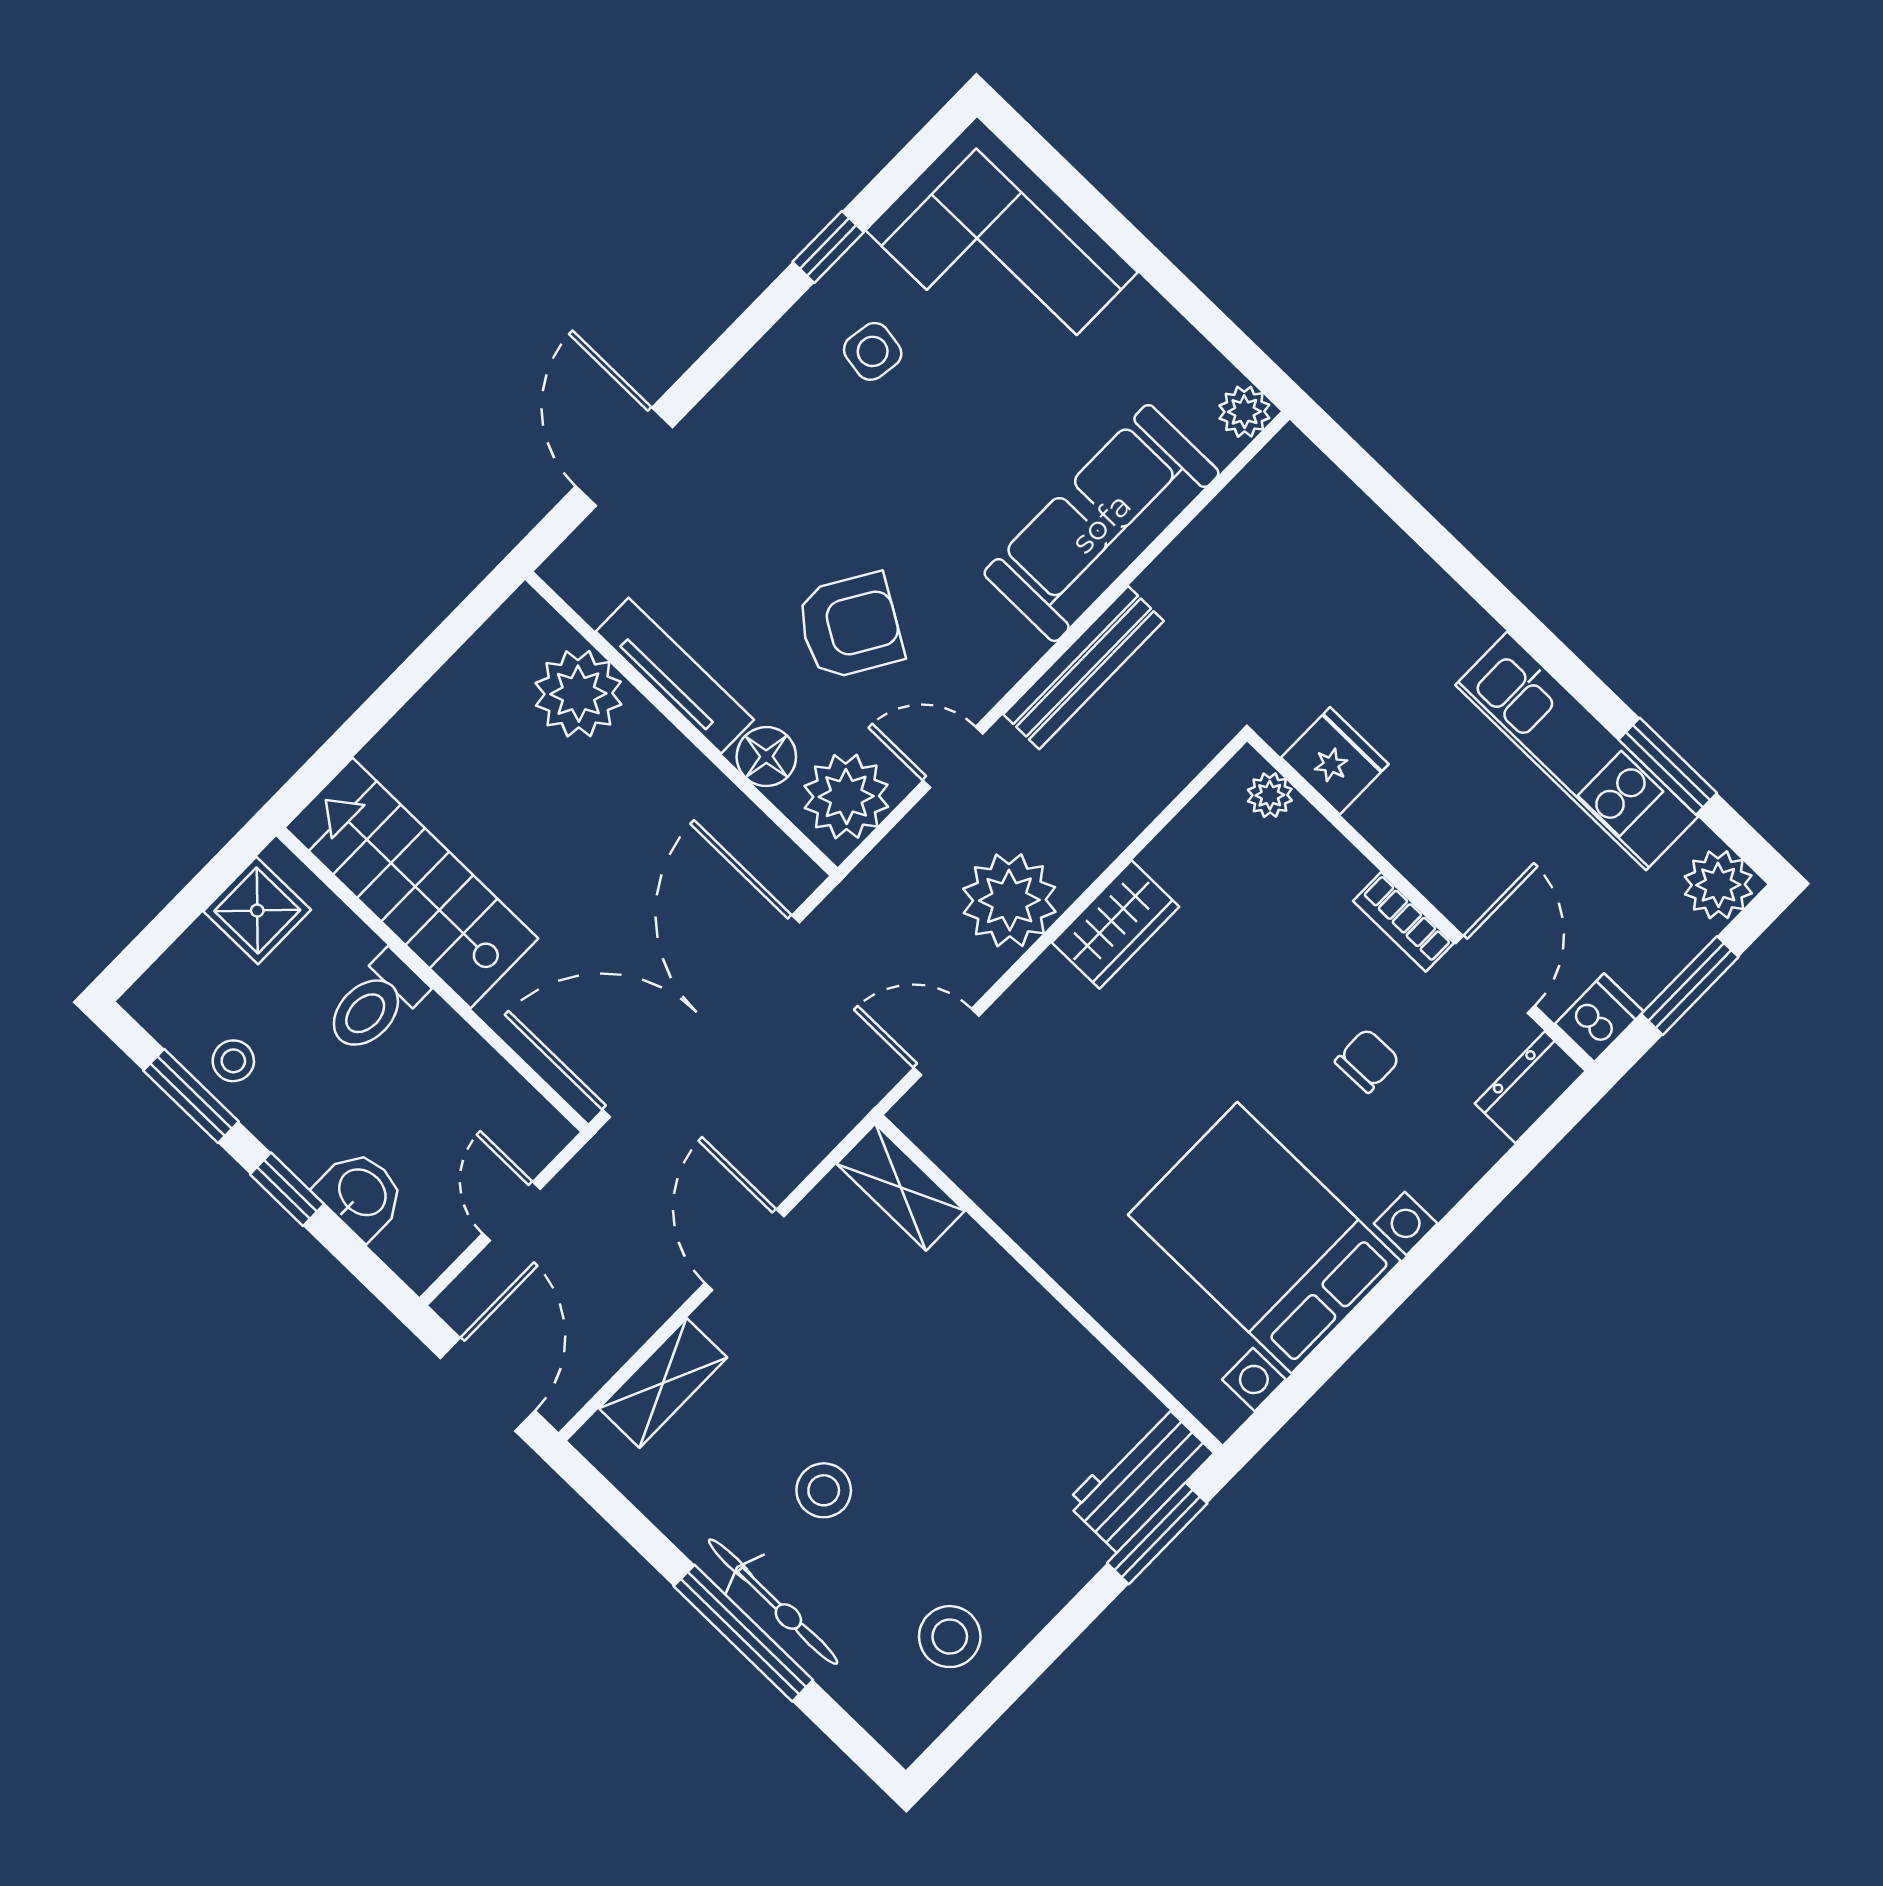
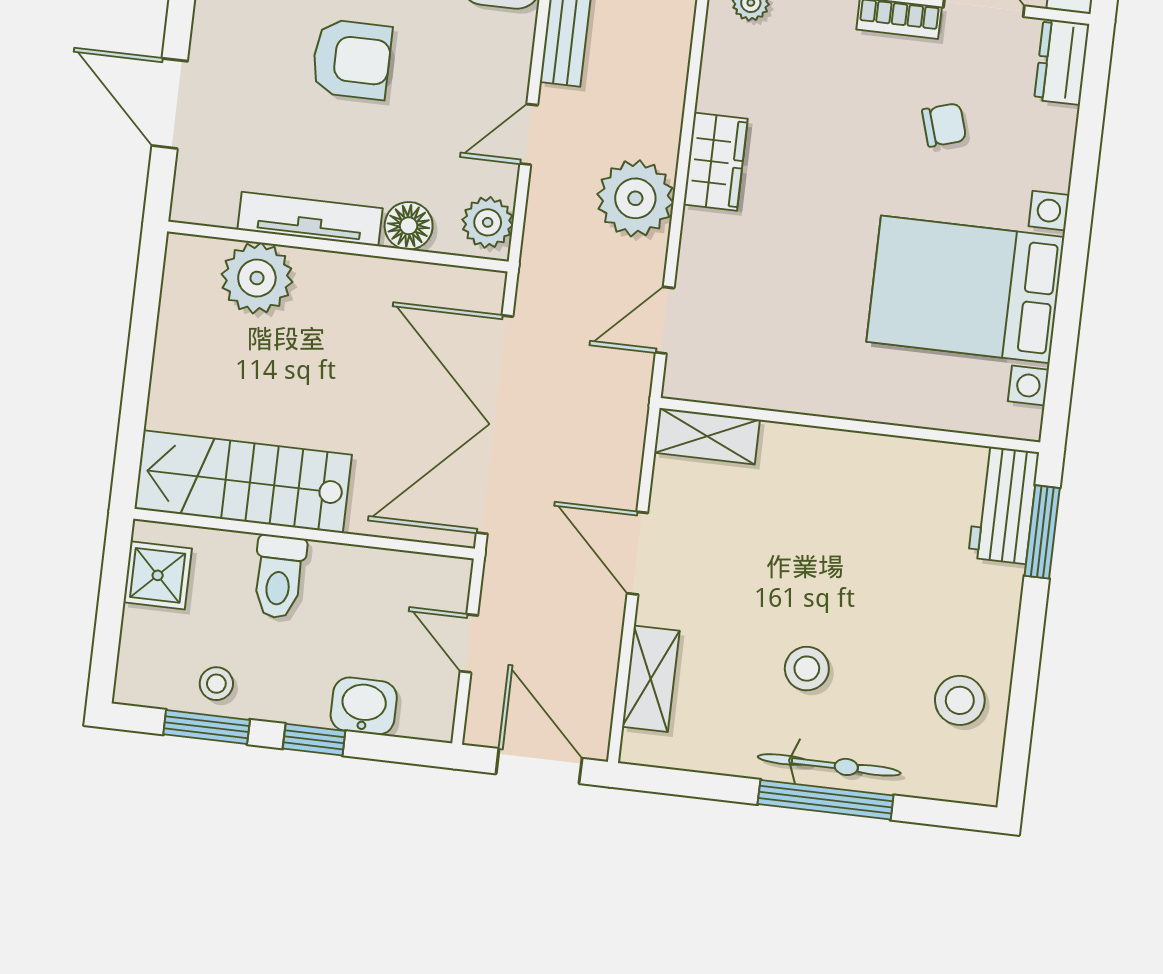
armchair: (850, 626) -> (352, 59), moved, turned 59
plant: (846, 796) -> (488, 222), width x0.73, depth x0.73
chair: (1367, 1061) -> (944, 125), turned 74

